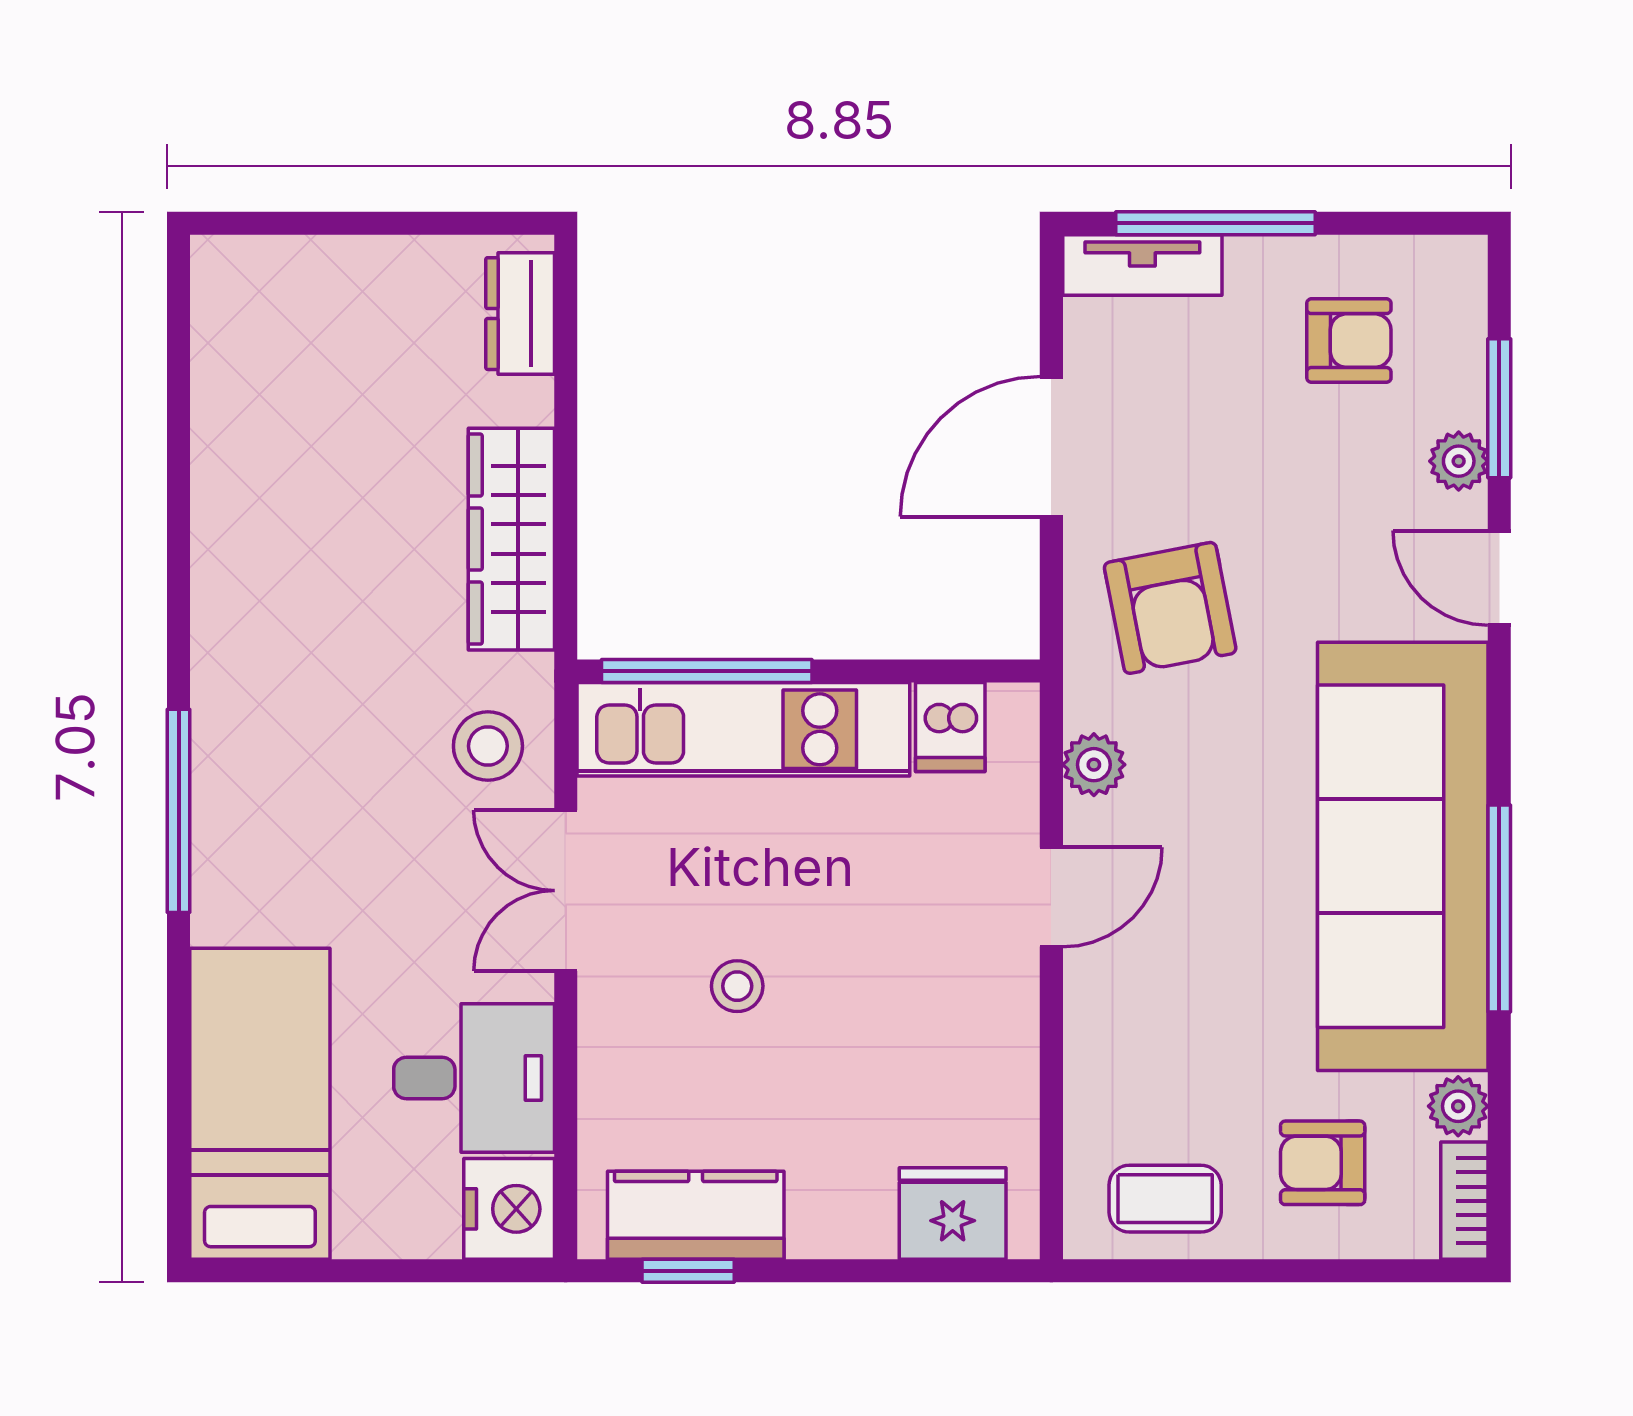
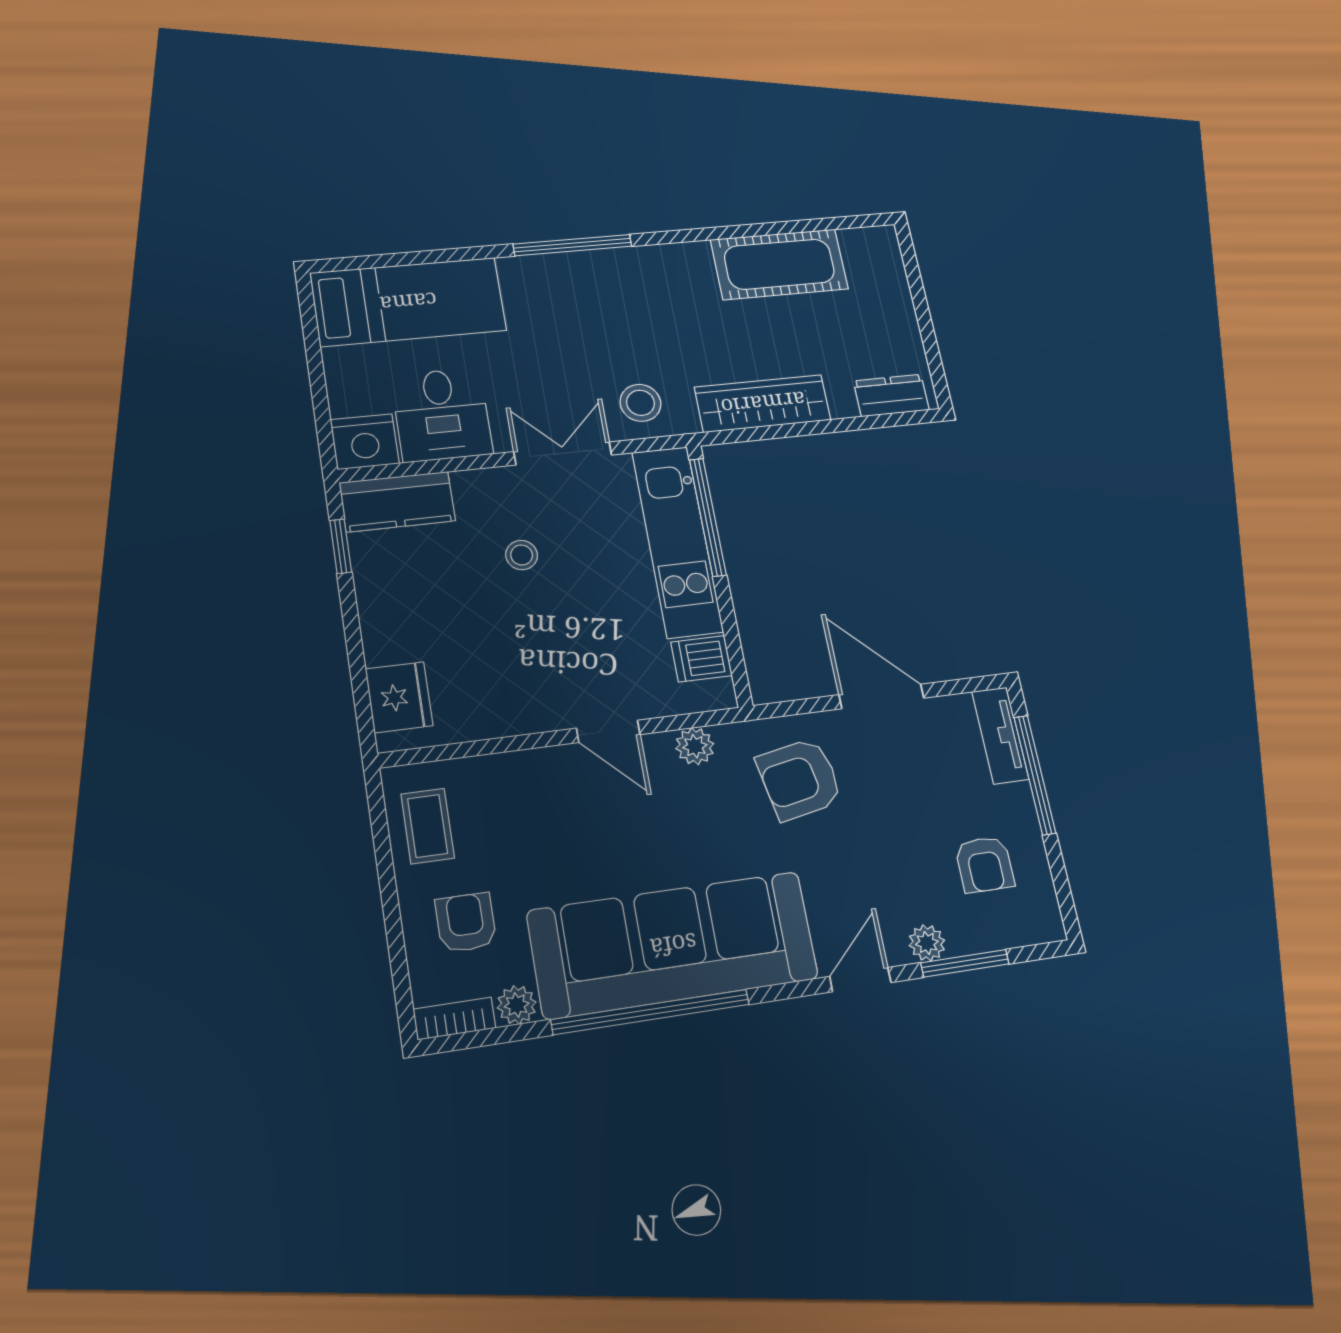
cot: (250, 458) -> (779, 264), added
window: (1499, 908) -> (650, 1012), width x1.46
kitchen counter: (696, 1215) -> (397, 502), moved, turned 90

